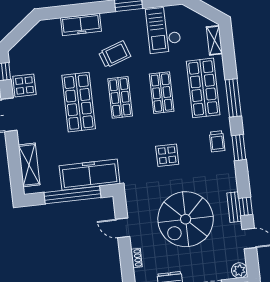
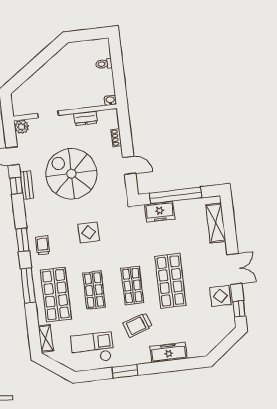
checkout: (164, 30) -> (93, 348), turned -90
freezer: (90, 175) -> (160, 212), width x0.52, depth x0.79
spiral stairs: (186, 219) -> (71, 174), turned -90

